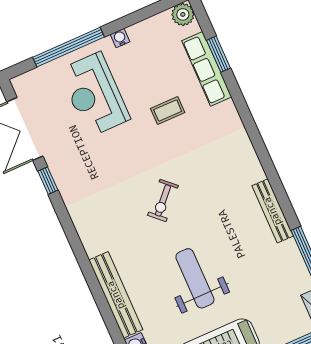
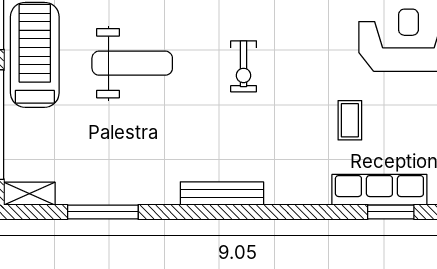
exercise bike: (163, 200) -> (244, 66), turned -133
bench: (273, 211) -> (222, 193), moved

